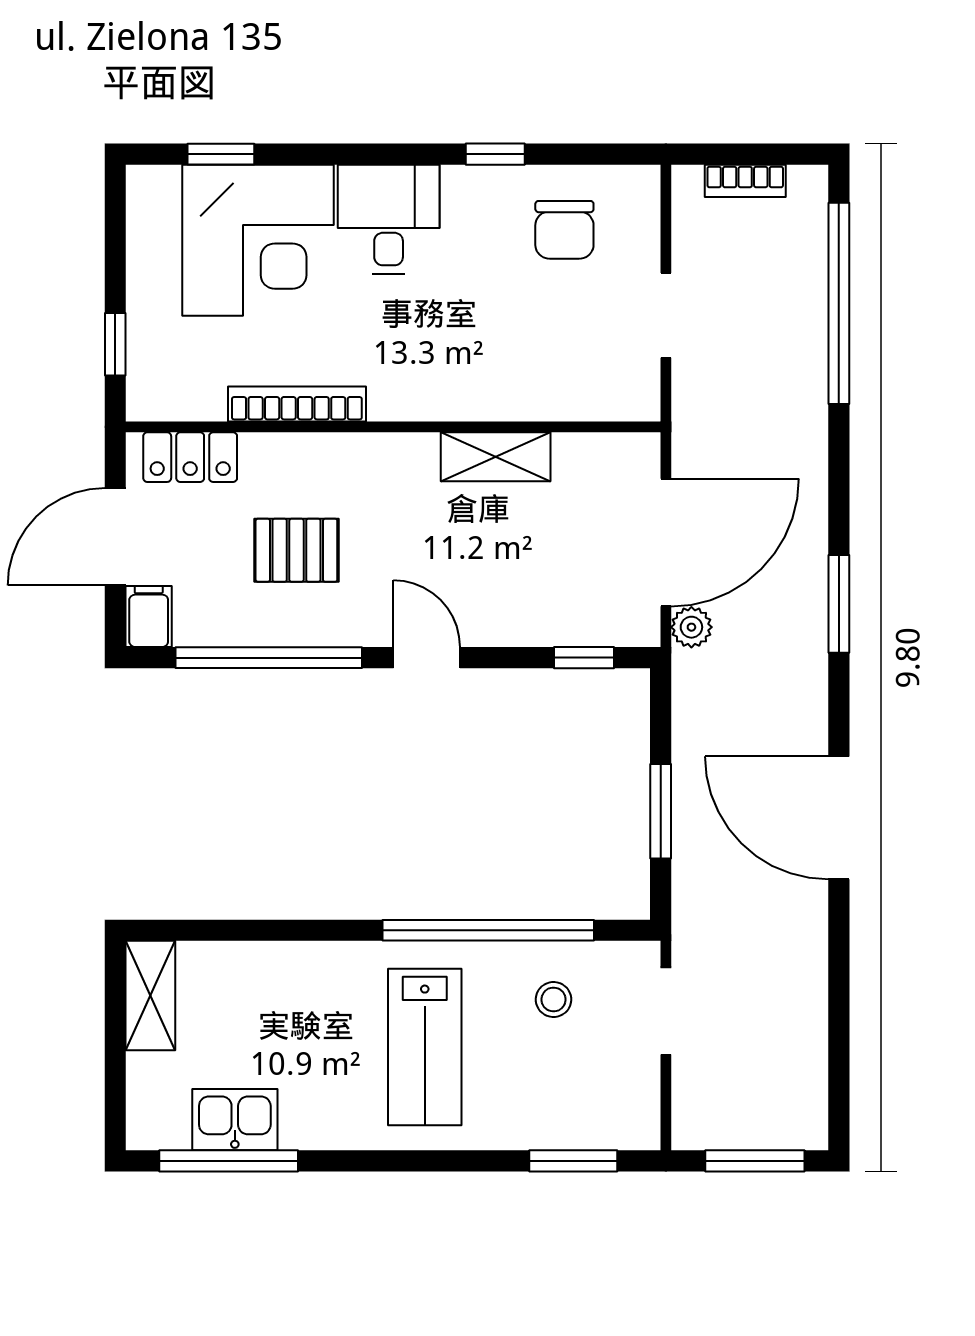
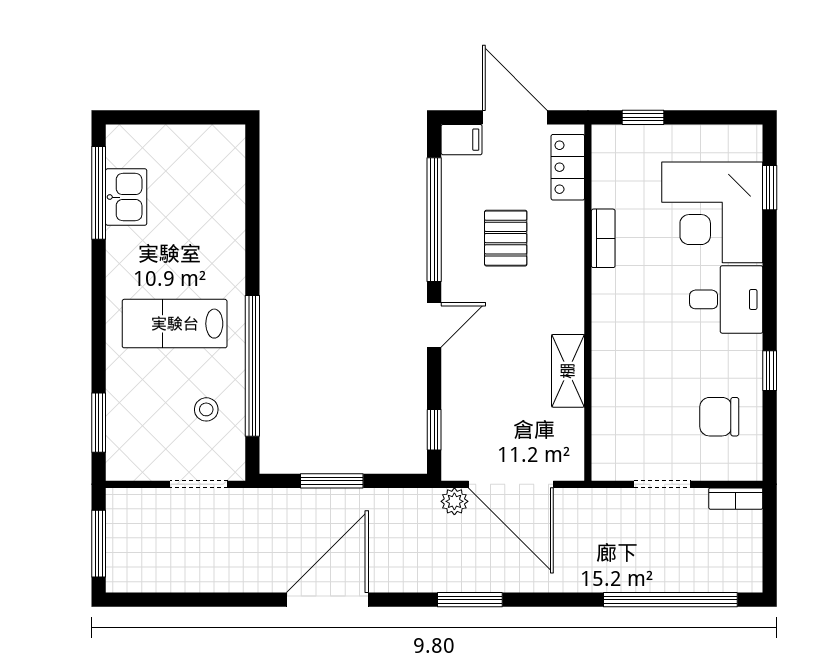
bookcase: (745, 181) -> (736, 499), moved, turned -90
bookcase: (297, 404) -> (603, 238), width x0.64
shelving: (150, 996) -> (209, 141), removed

